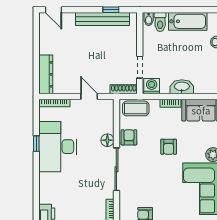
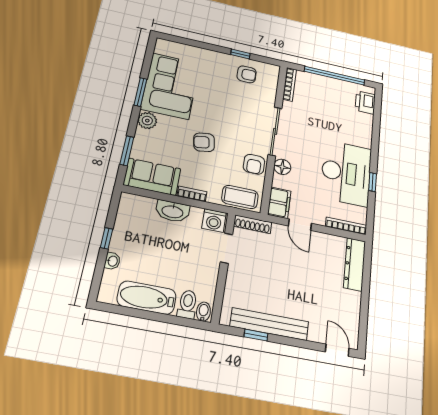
filing cabinet: (106, 110) -> (279, 203), added
armchair: (169, 147) -> (204, 142), turned -99

